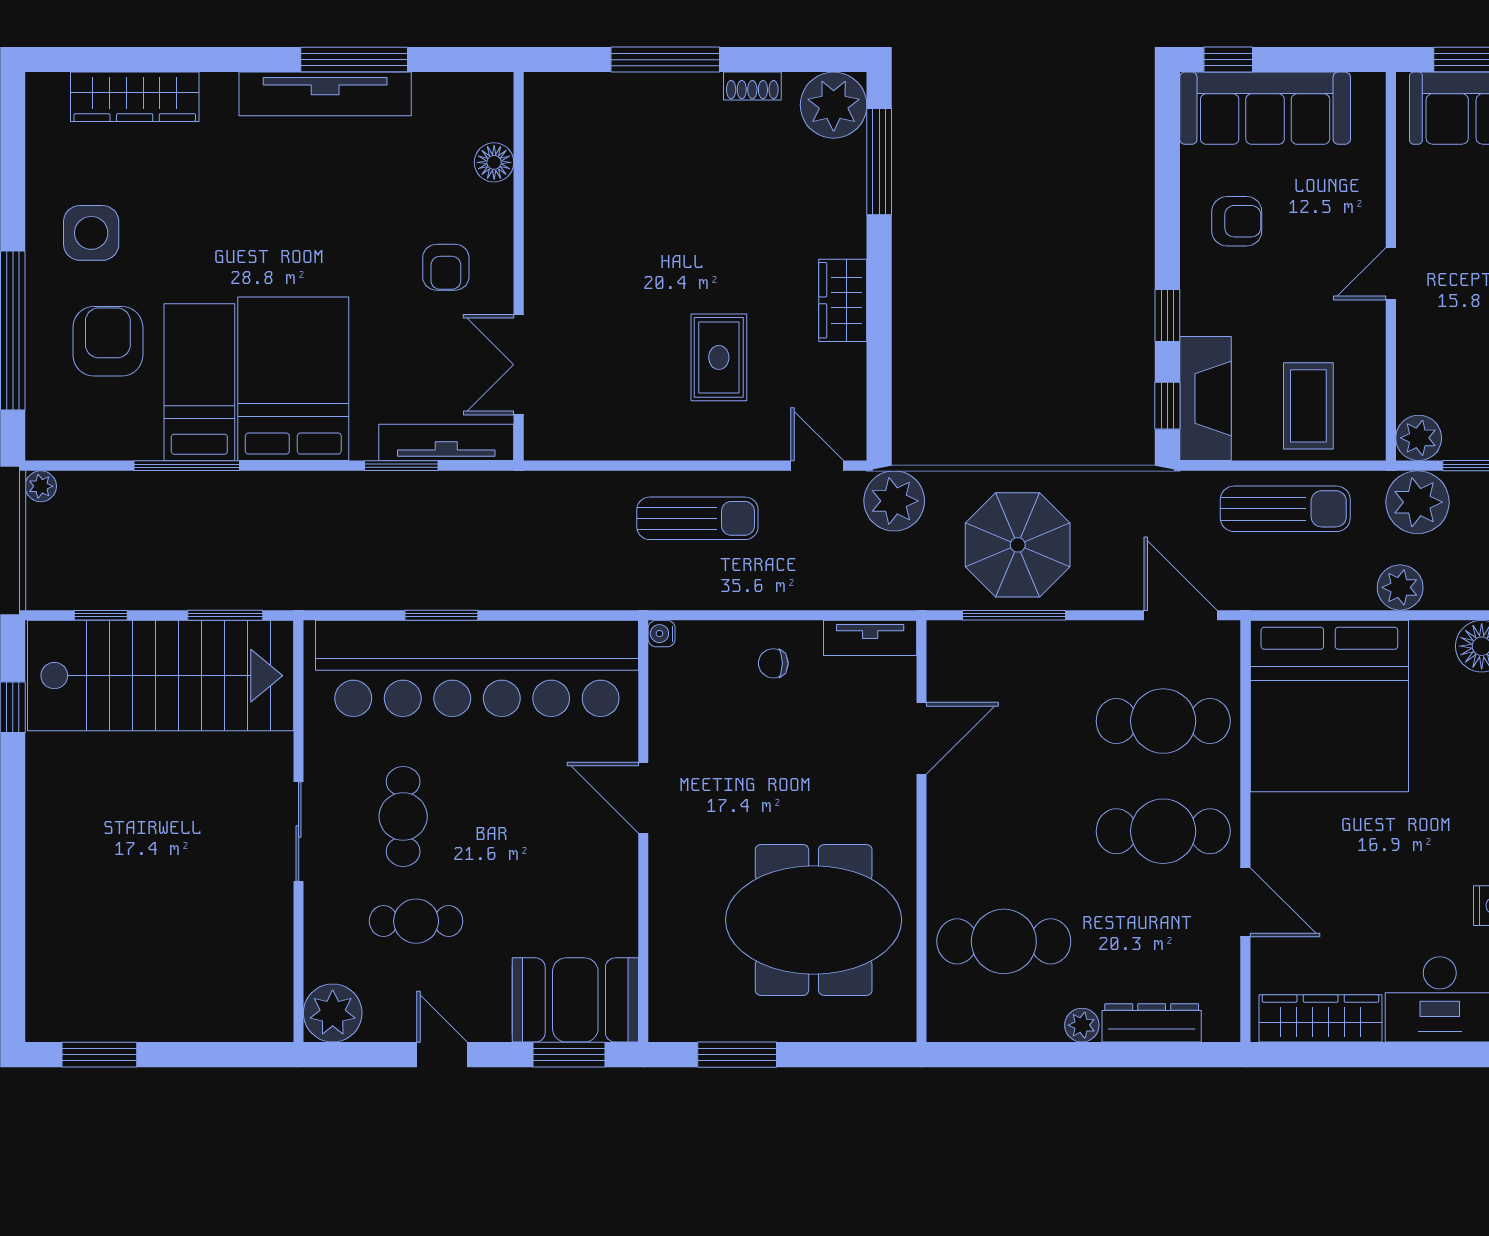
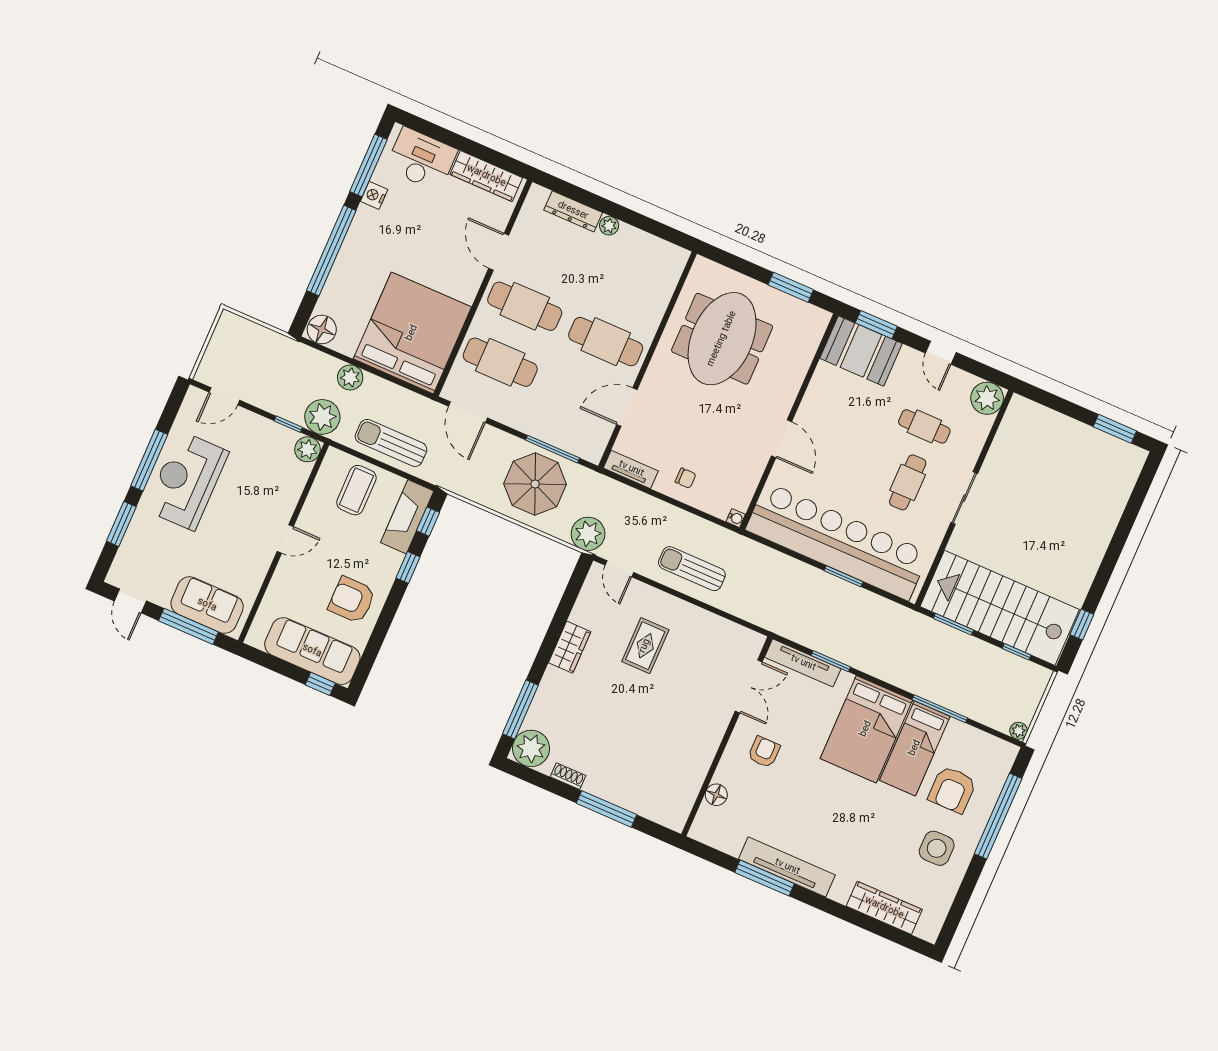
armchair: (1237, 221) -> (352, 600), width x1.38, depth x1.38
meeting table: (814, 920) -> (722, 339), turned 90
cafe table: (1004, 941) -> (606, 342), moved

